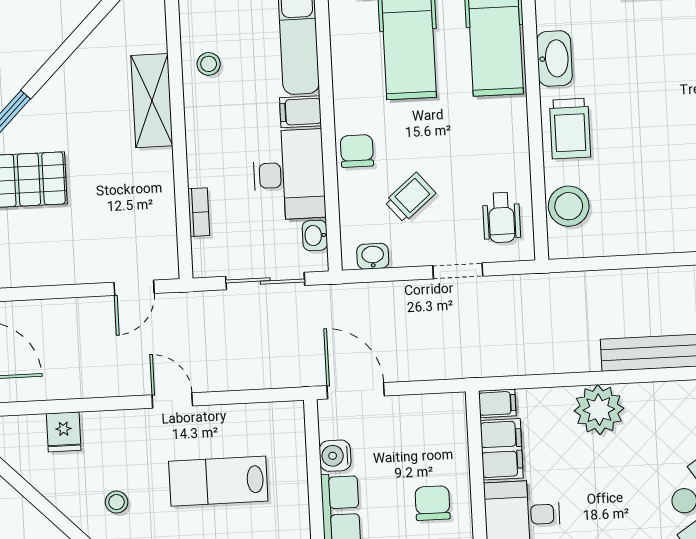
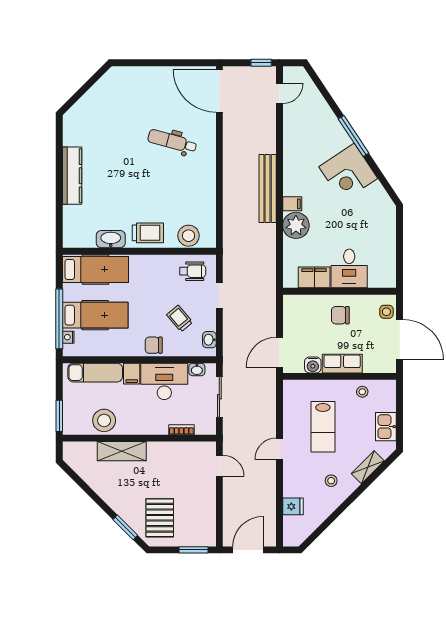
stool: (209, 64) -> (104, 420), width x1.89, depth x1.89
filing cabinet: (497, 403) -> (292, 204), moved, turned 90

